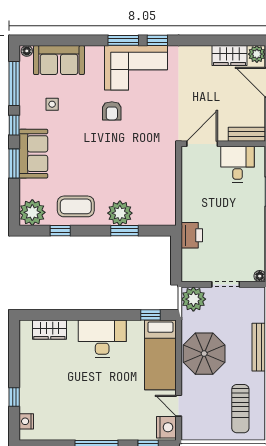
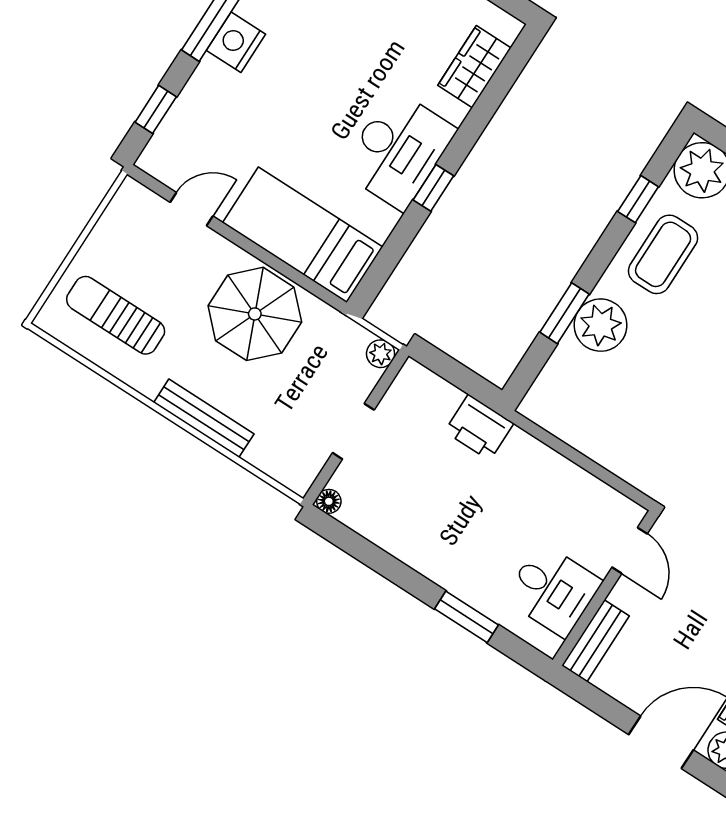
door: (202, 144) -> (630, 551), width x0.73
plant: (193, 299) -> (381, 354), width x0.53, depth x0.53
window: (151, 315) -> (433, 188), moved
nightstand: (166, 427) -> (236, 42), moved, turned 90

